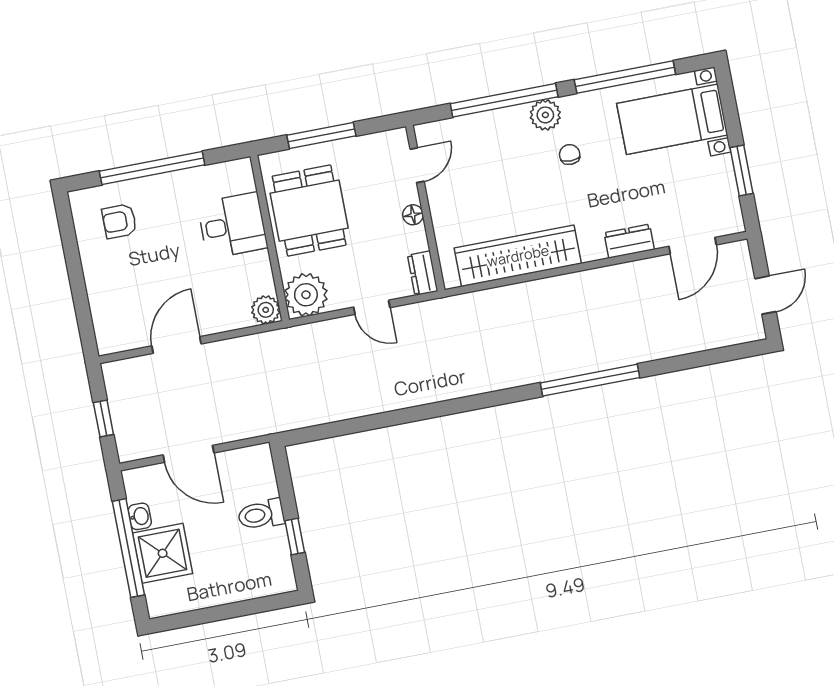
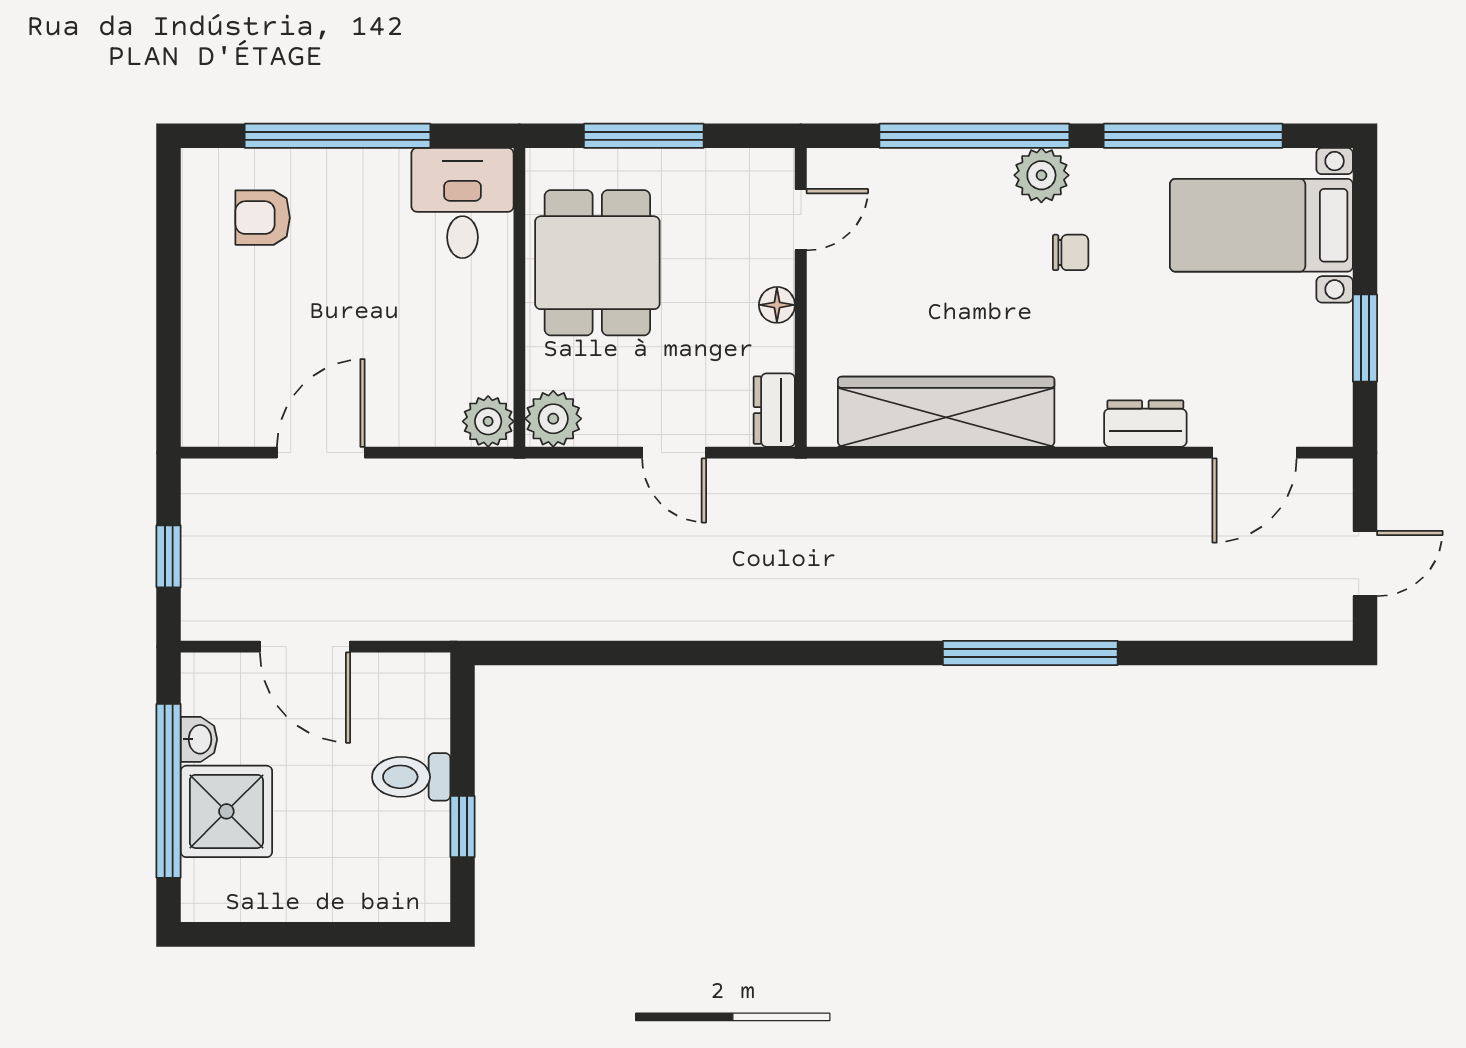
chair: (570, 155) -> (1071, 252), turned 90
desk: (232, 225) -> (462, 203), moved, turned -90
plant: (306, 295) -> (553, 419), width x0.73, depth x0.73

